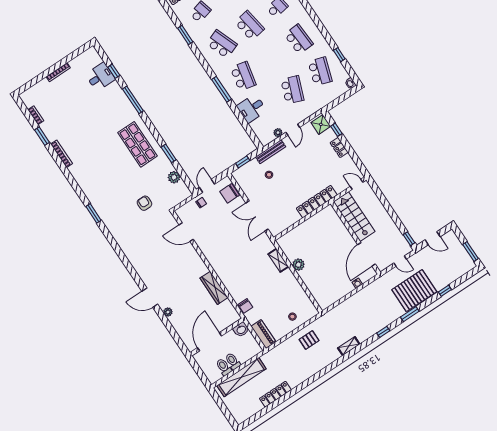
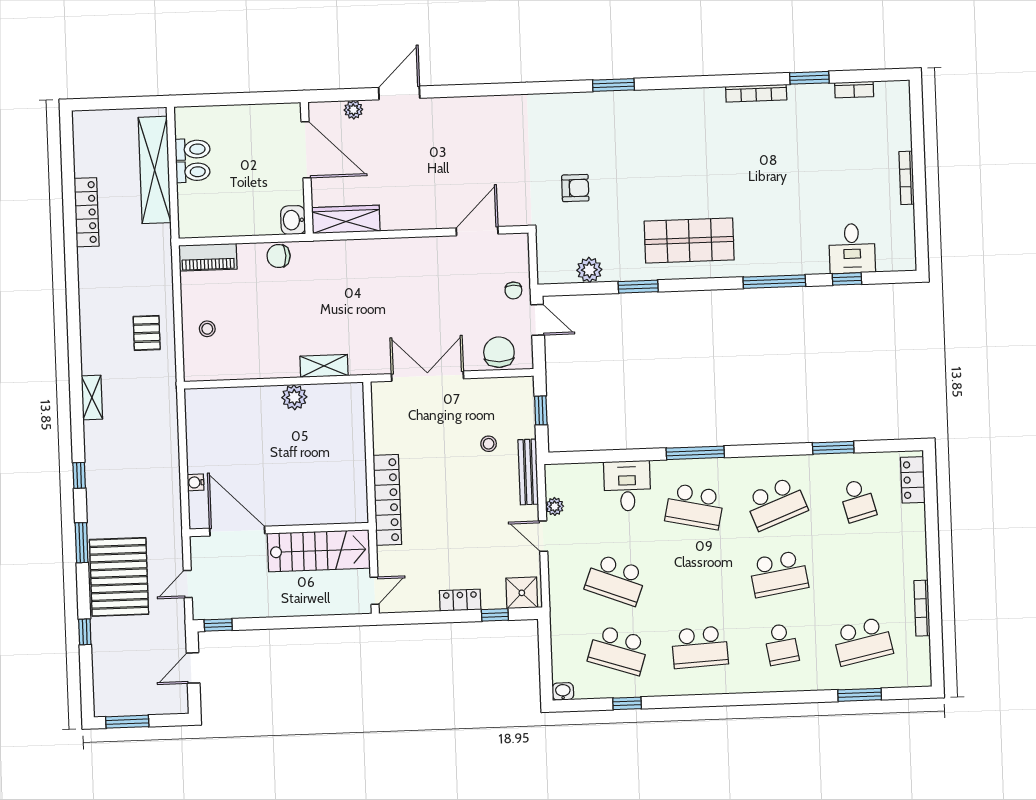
washbasin: (241, 330) -> (293, 220), moved
wall: (217, 337) -> (307, 168), moved
door: (209, 342) -> (306, 150), moved

